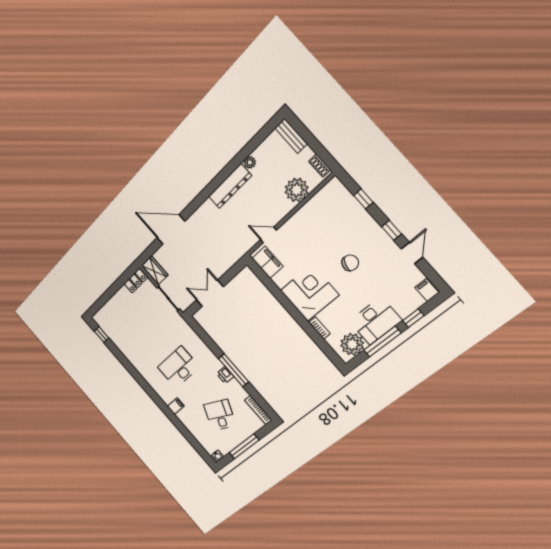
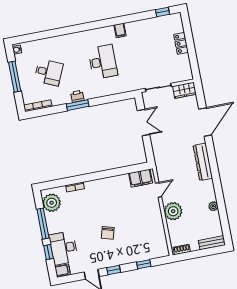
dresser: (230, 186) -> (203, 162), moved
plant: (297, 190) -> (173, 211), moved
locker: (136, 281) -> (181, 43), moved
corner desk: (310, 293) -> (103, 195), removed
desk: (375, 321) -> (64, 248), moved
window: (234, 370) -> (78, 105), width x0.69
filing cabinet: (176, 406) -> (120, 30), moved

